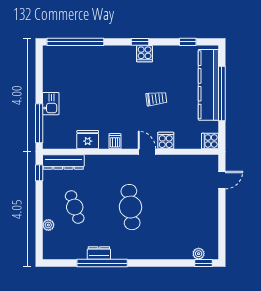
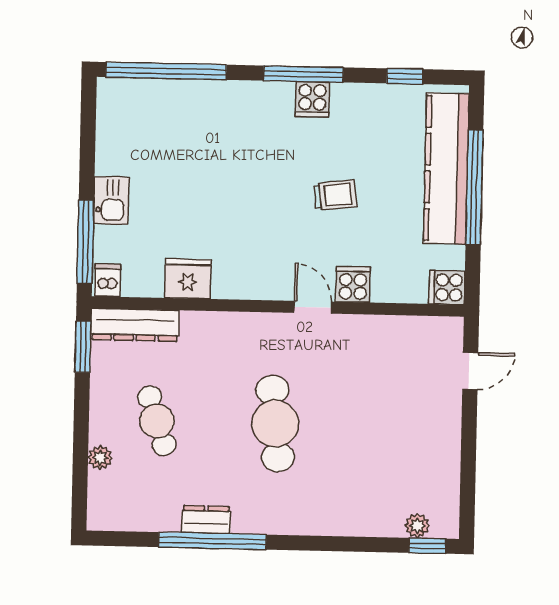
window: (140, 42) -> (303, 74), width x2.17
dishwasher: (115, 141) -> (108, 280), moved
window: (39, 173) -> (83, 347), width x1.50

